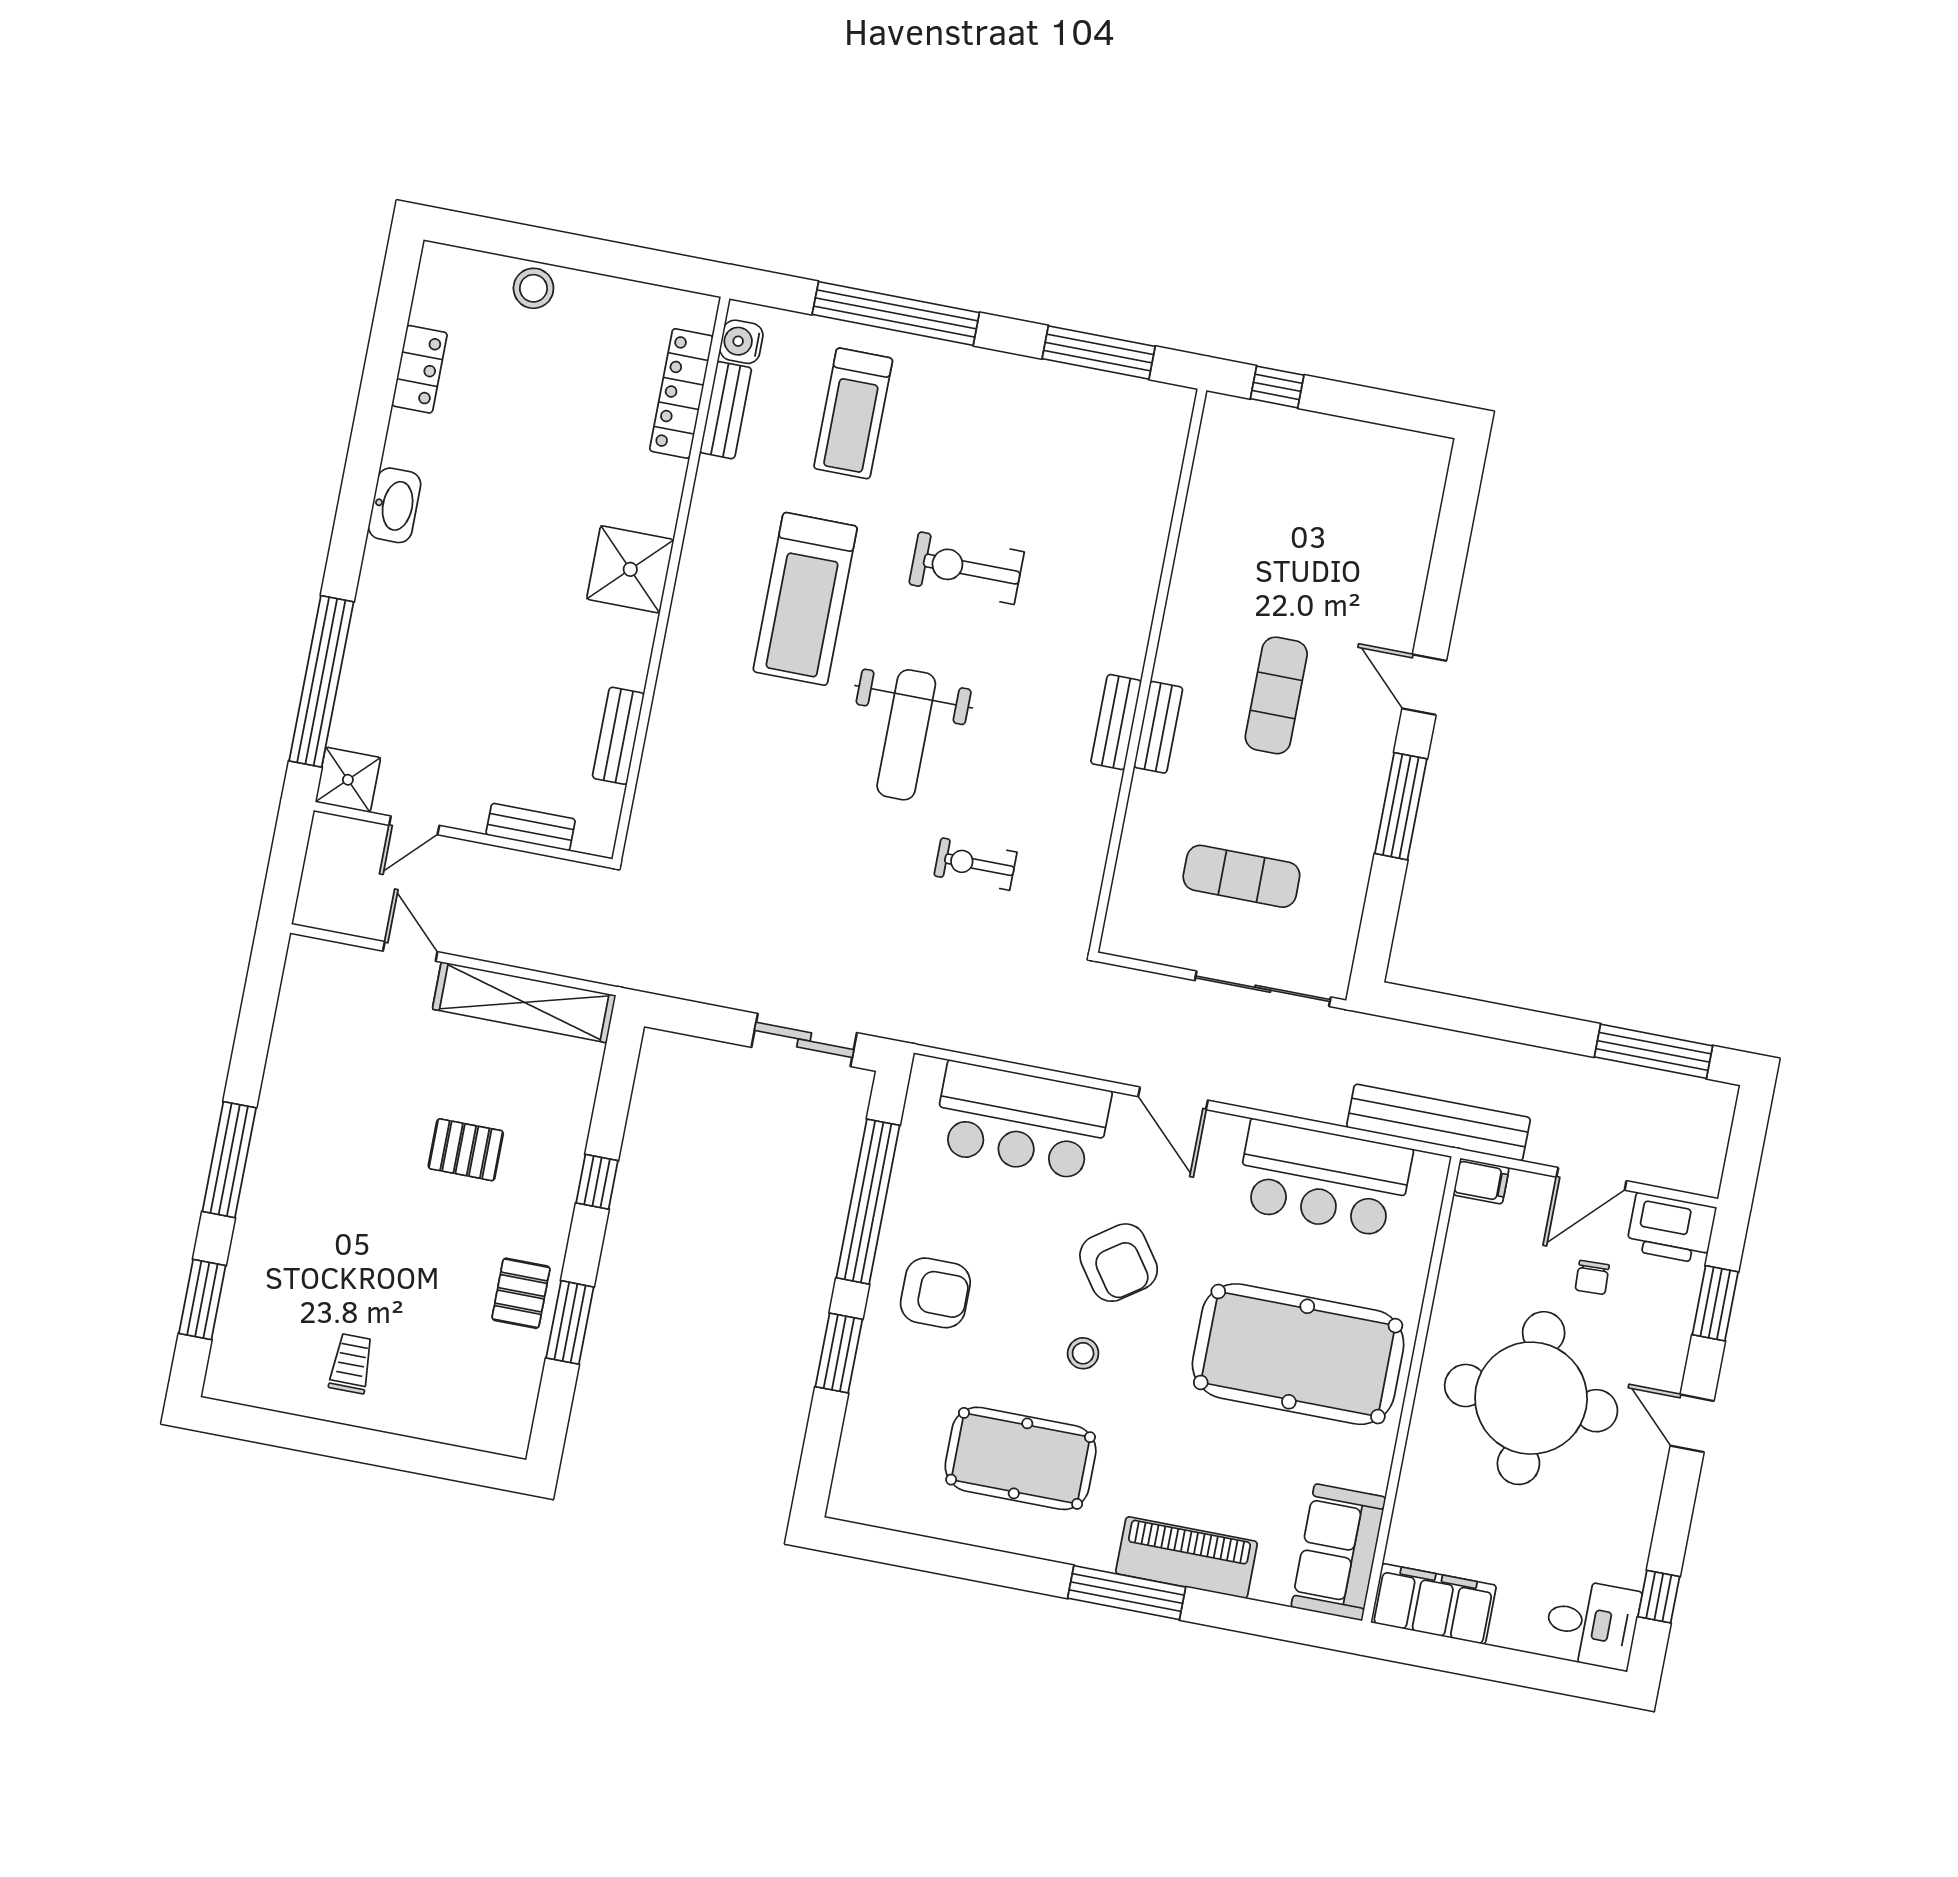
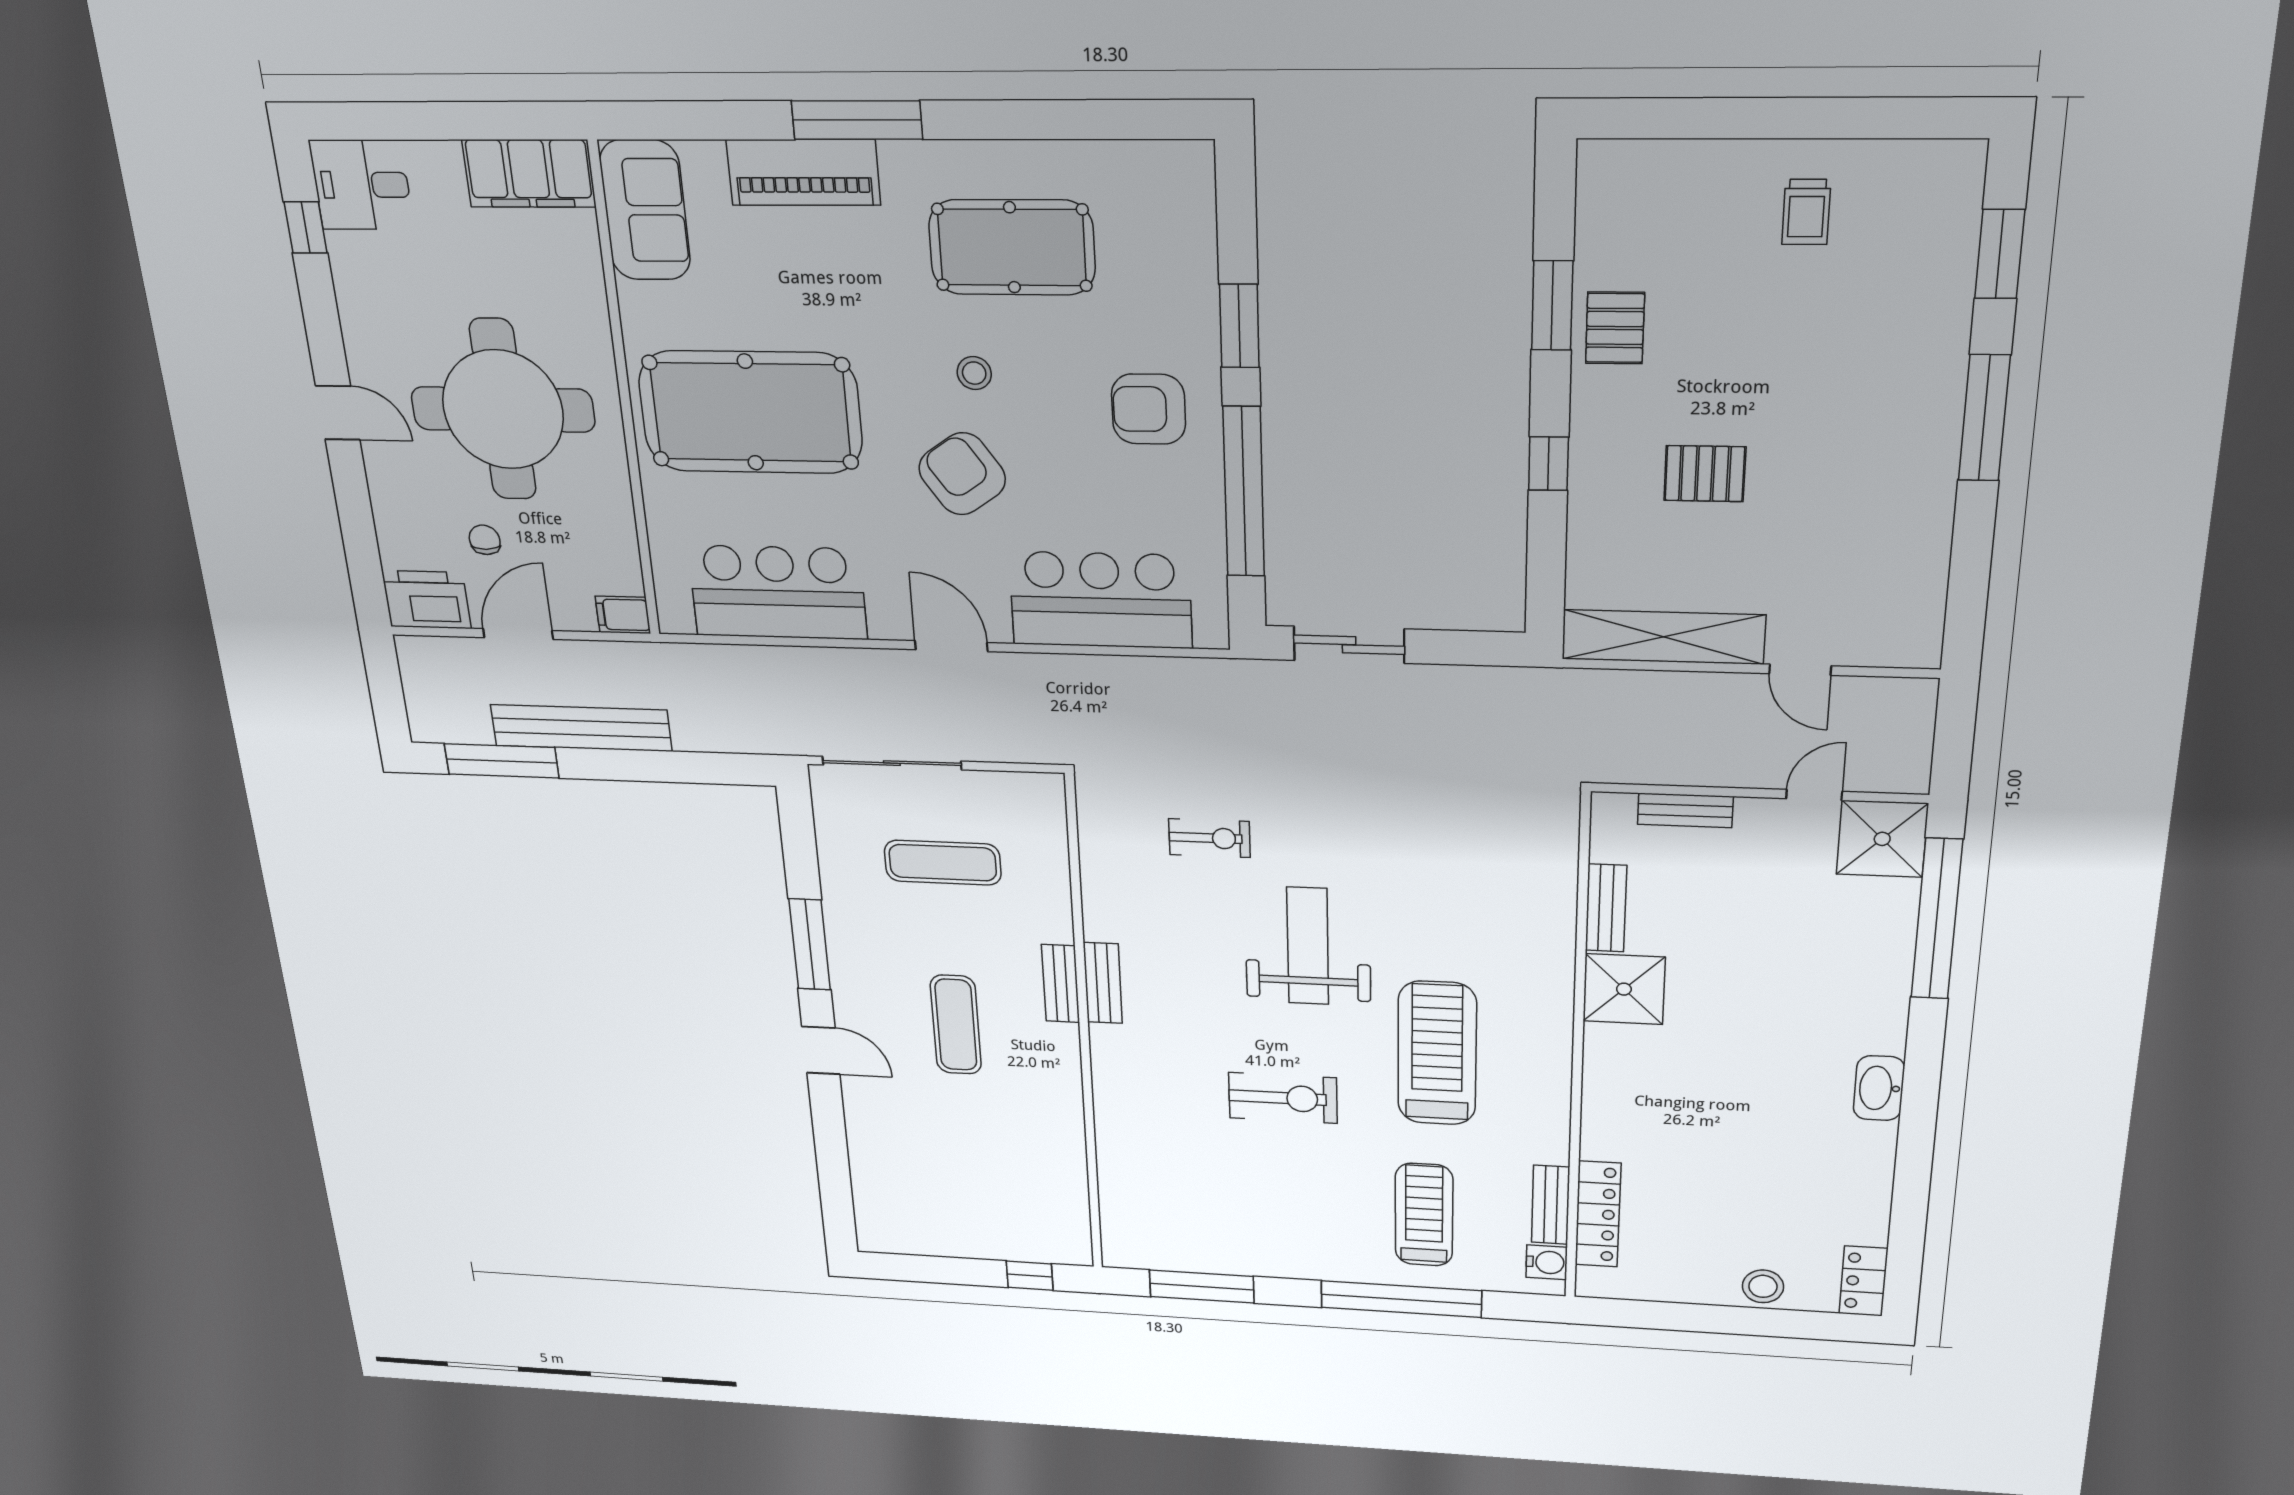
locker: (419, 369) -> (1863, 1281), moved
shower: (630, 569) -> (1624, 989), moved
shower: (348, 780) -> (1882, 839), width x1.36, depth x1.36
bench: (1438, 1123) -> (581, 728), moved
window: (1715, 1303) -> (359, 535), removed

